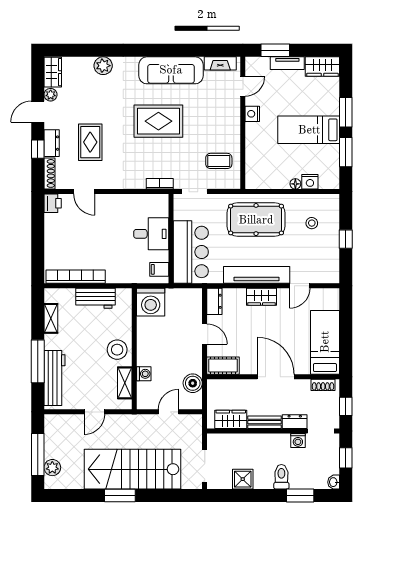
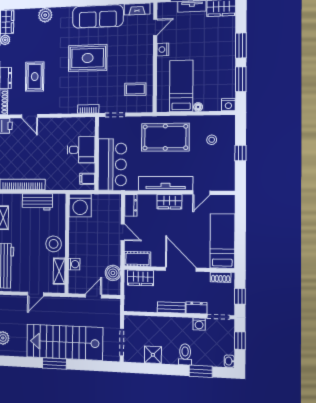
bed: (309, 130) -> (181, 86), moved, turned 90
nightstand: (310, 182) -> (228, 105), moved
wardrobe: (231, 419) -> (140, 278), moved, turned 180

